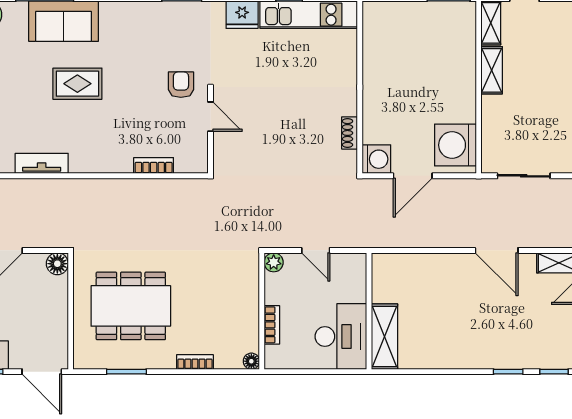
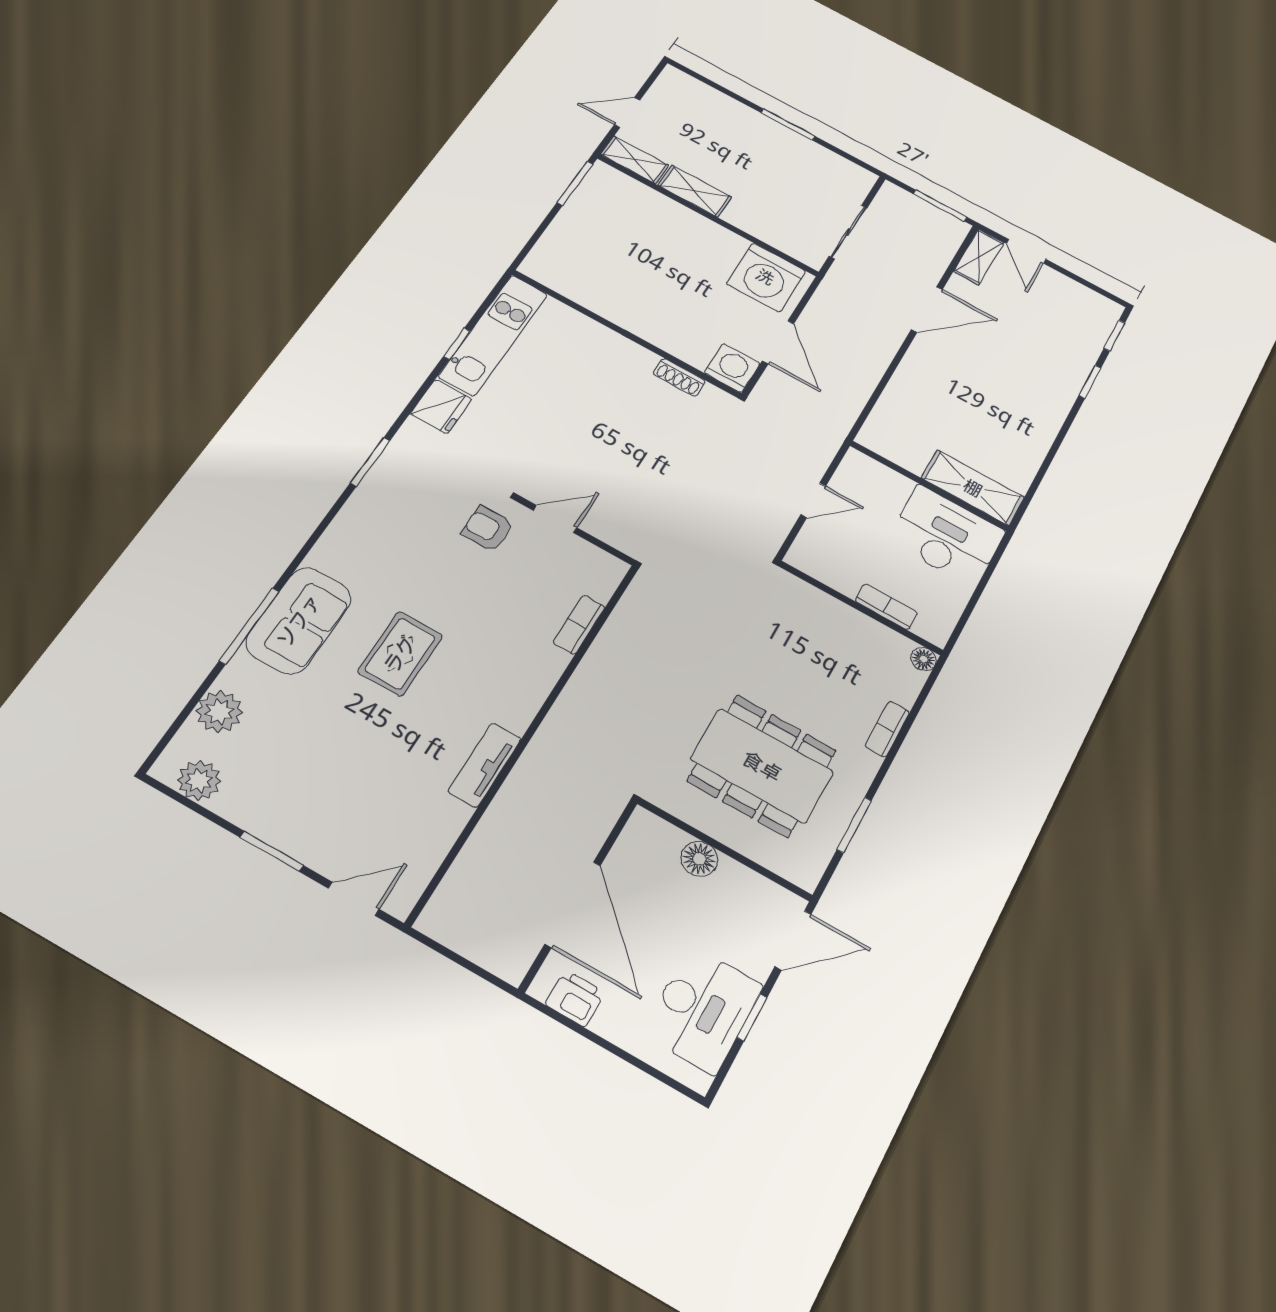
plant: (274, 262) -> (801, 557), removed
floor lamp: (57, 264) -> (699, 859), moved
dining table: (131, 306) -> (762, 766), turned 90

